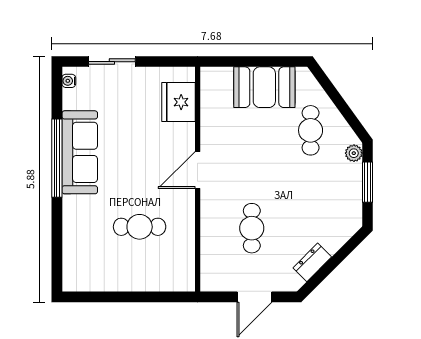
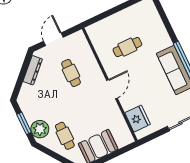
plant: (354, 153) -> (40, 129), width x1.88, depth x1.88
dresser: (312, 262) -> (33, 70), width x1.44

